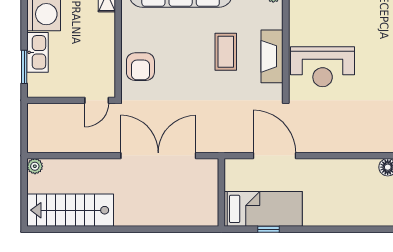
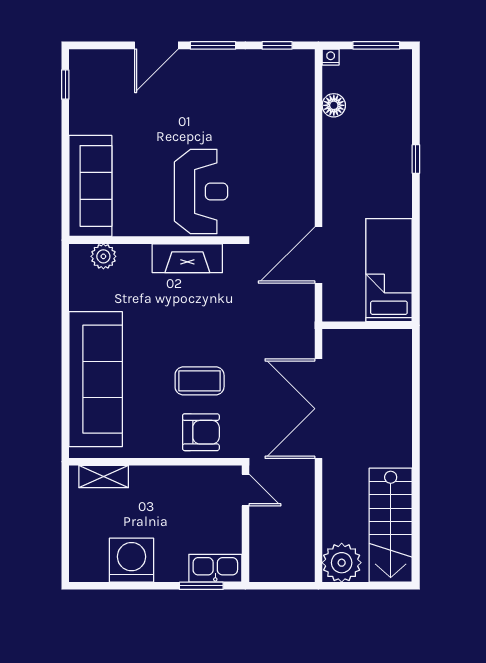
kitchen sink: (38, 52) -> (215, 568), moved
coffee table: (226, 52) -> (200, 381), moved
plant: (35, 166) -> (342, 563), width x1.87, depth x1.87
window: (268, 229) -> (416, 159), moved

